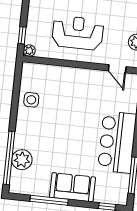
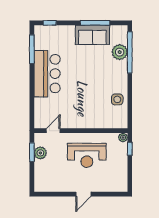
door: (117, 69) -> (53, 131), hinge flipped
sofa: (72, 187) -> (92, 35), moved

